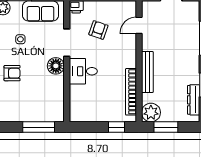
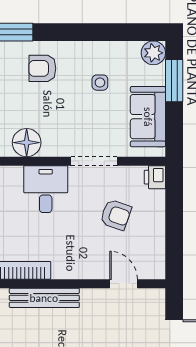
floor lamp: (56, 66) -> (27, 143), moved
armchair: (12, 73) -> (42, 68), turned 90

